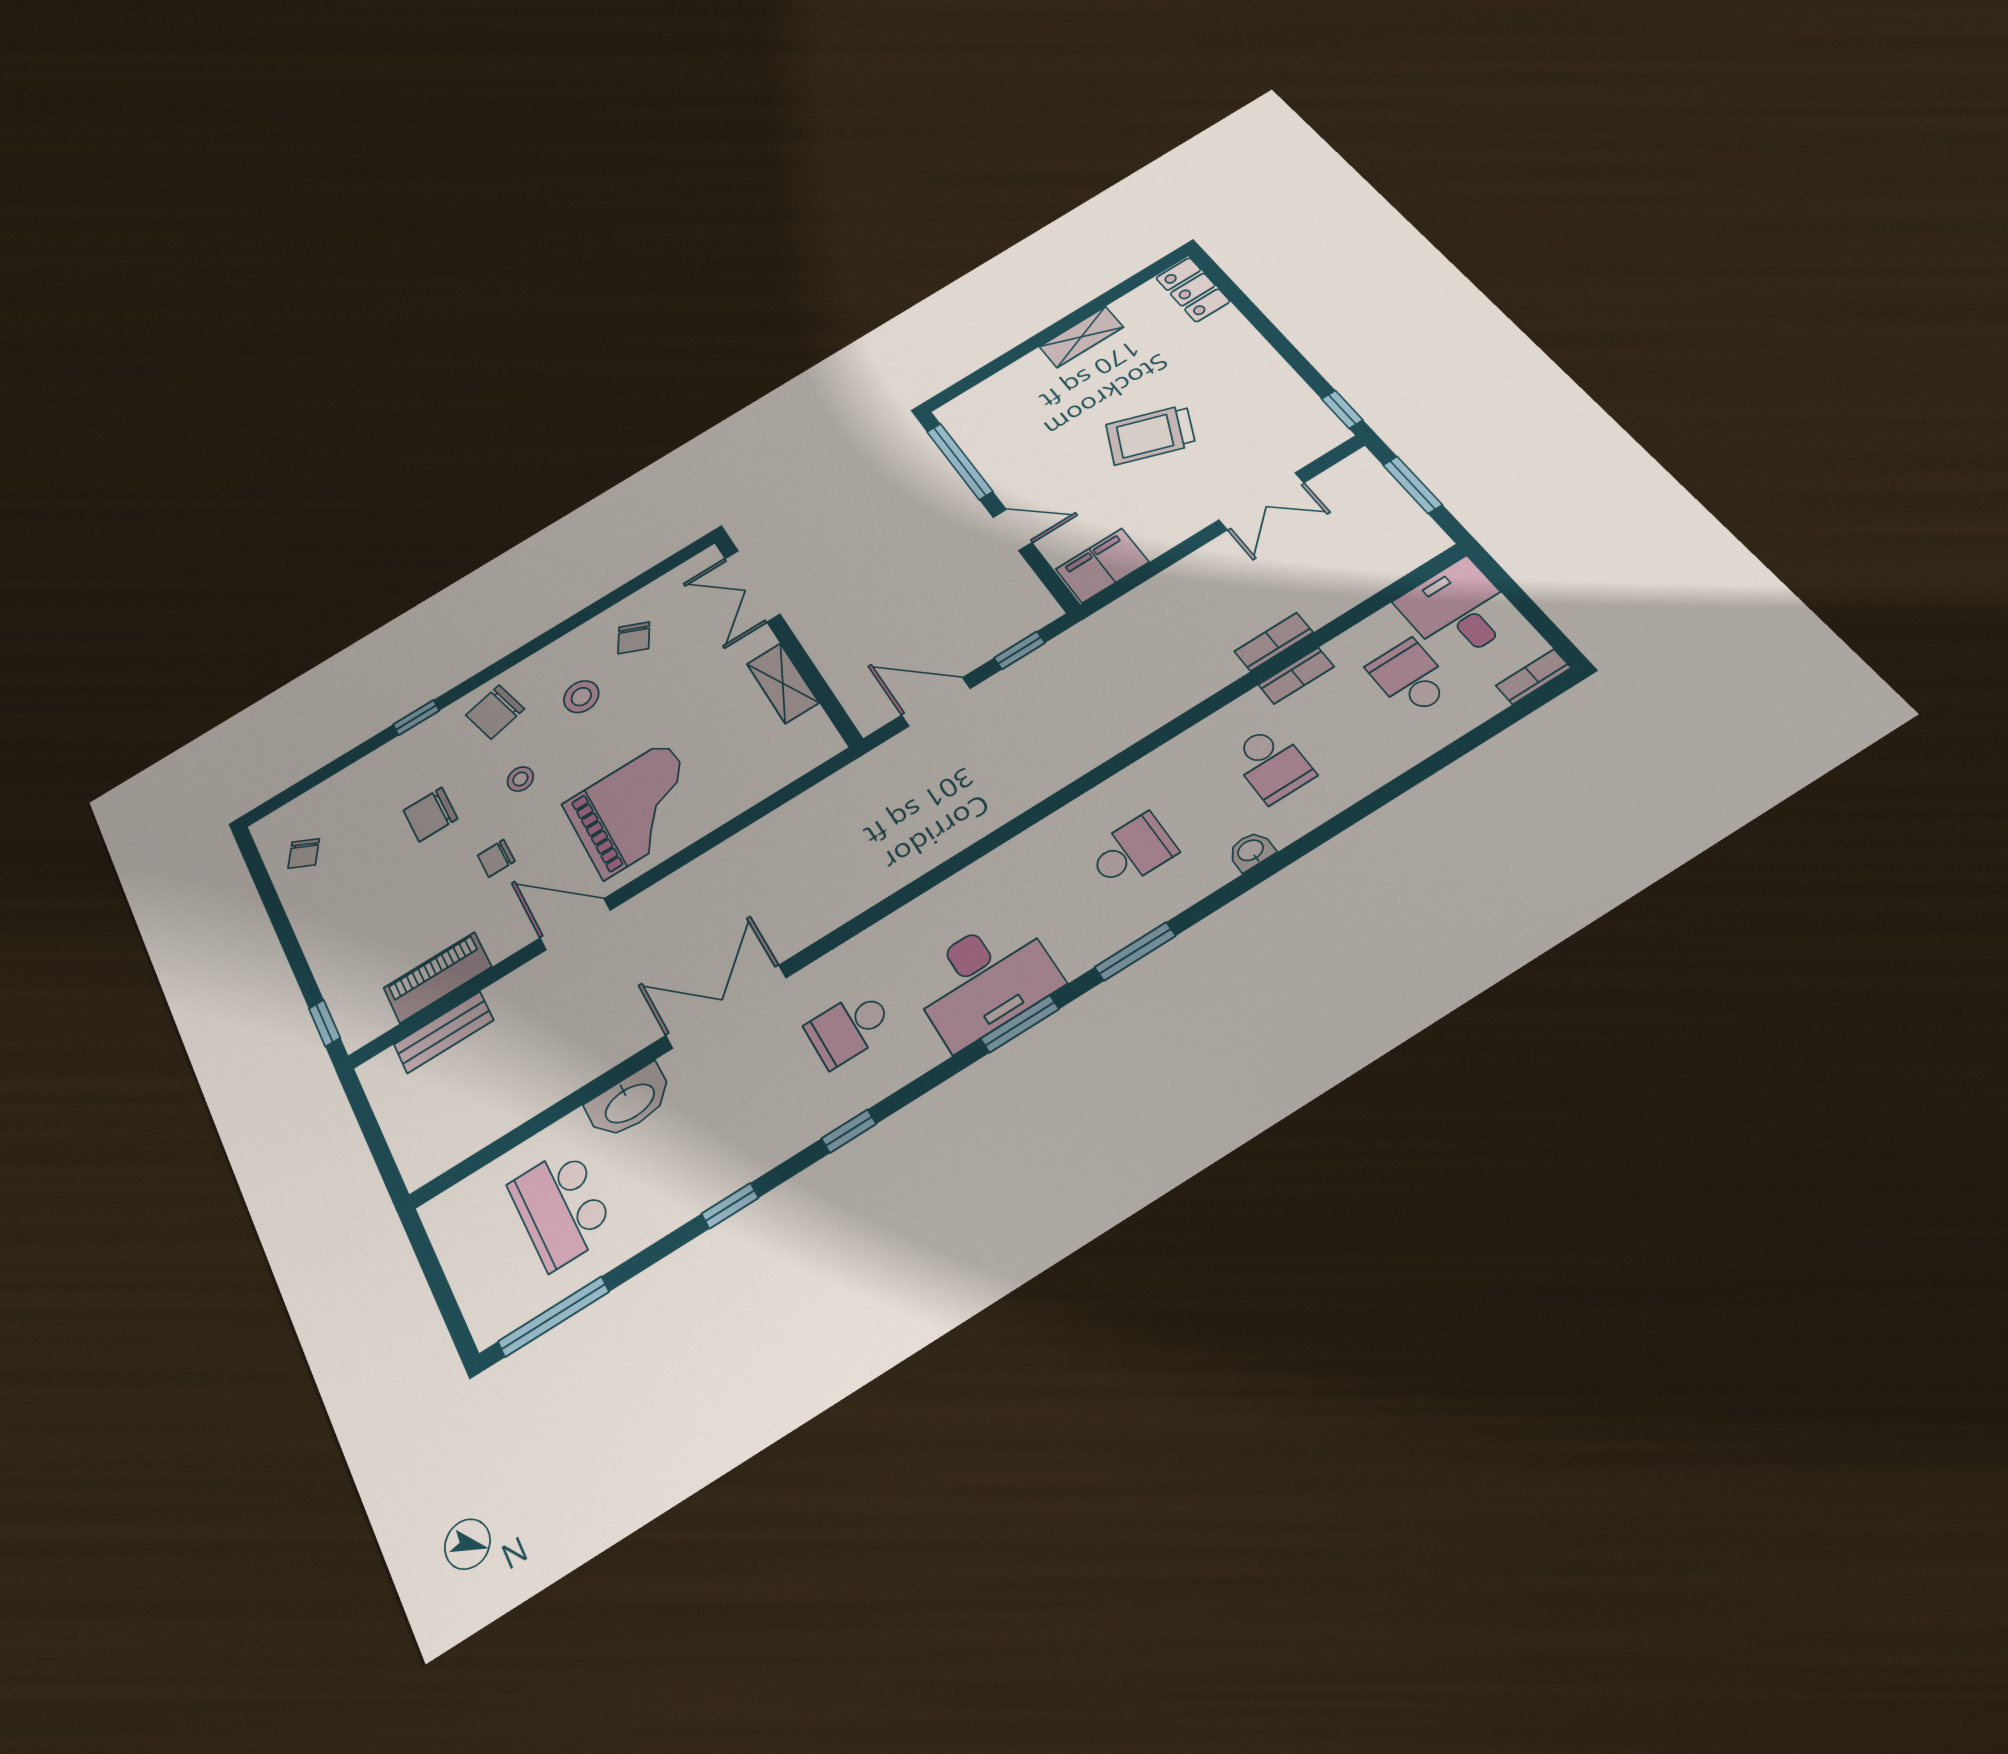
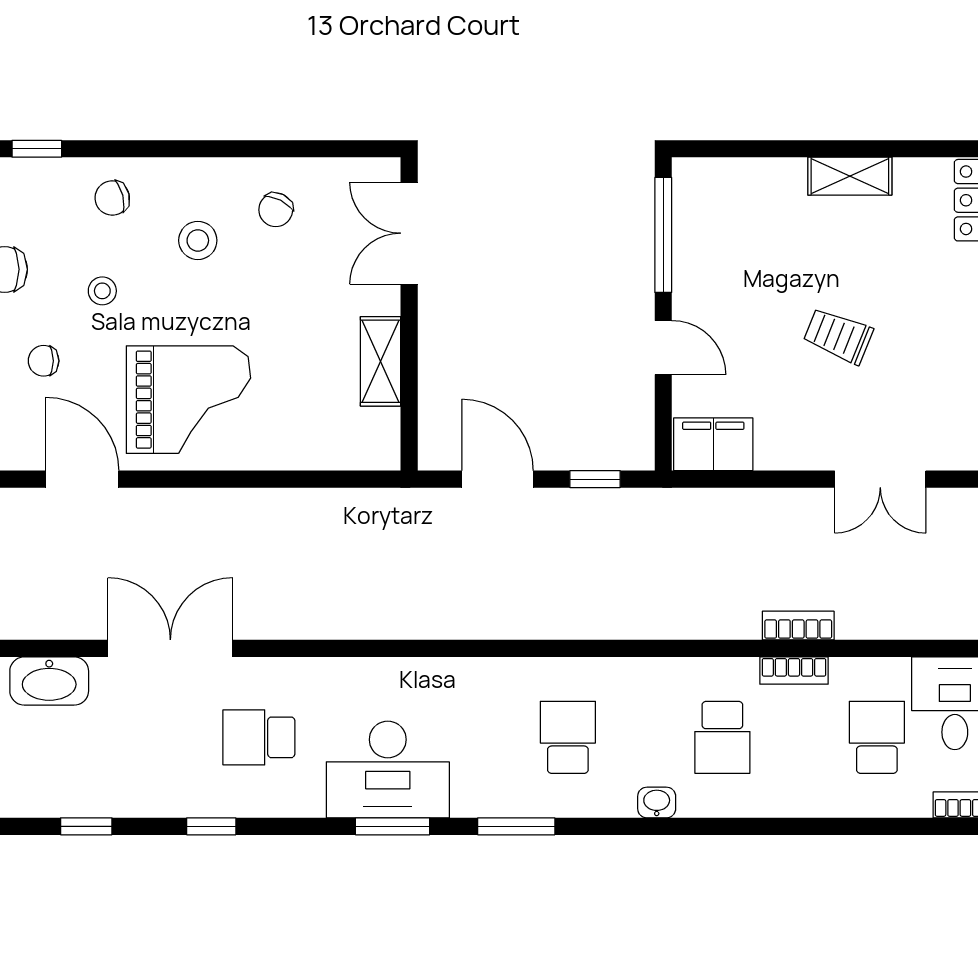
trolley: (1150, 435) -> (838, 336), width x0.73, depth x0.72
chair: (495, 712) -> (112, 198), width x0.73, depth x0.73
school desk: (1132, 851) -> (568, 737), turned -90

